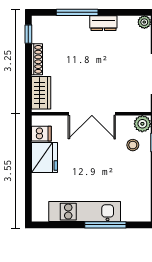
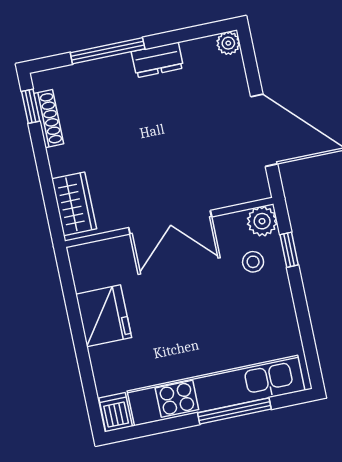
shoe rack: (37, 59) -> (49, 119), moved
dishwasher: (41, 134) -> (116, 412), moved, turned -90
kitchen unit: (85, 212) -> (216, 391), width x1.36

